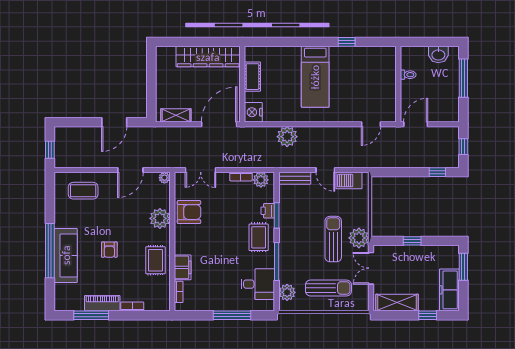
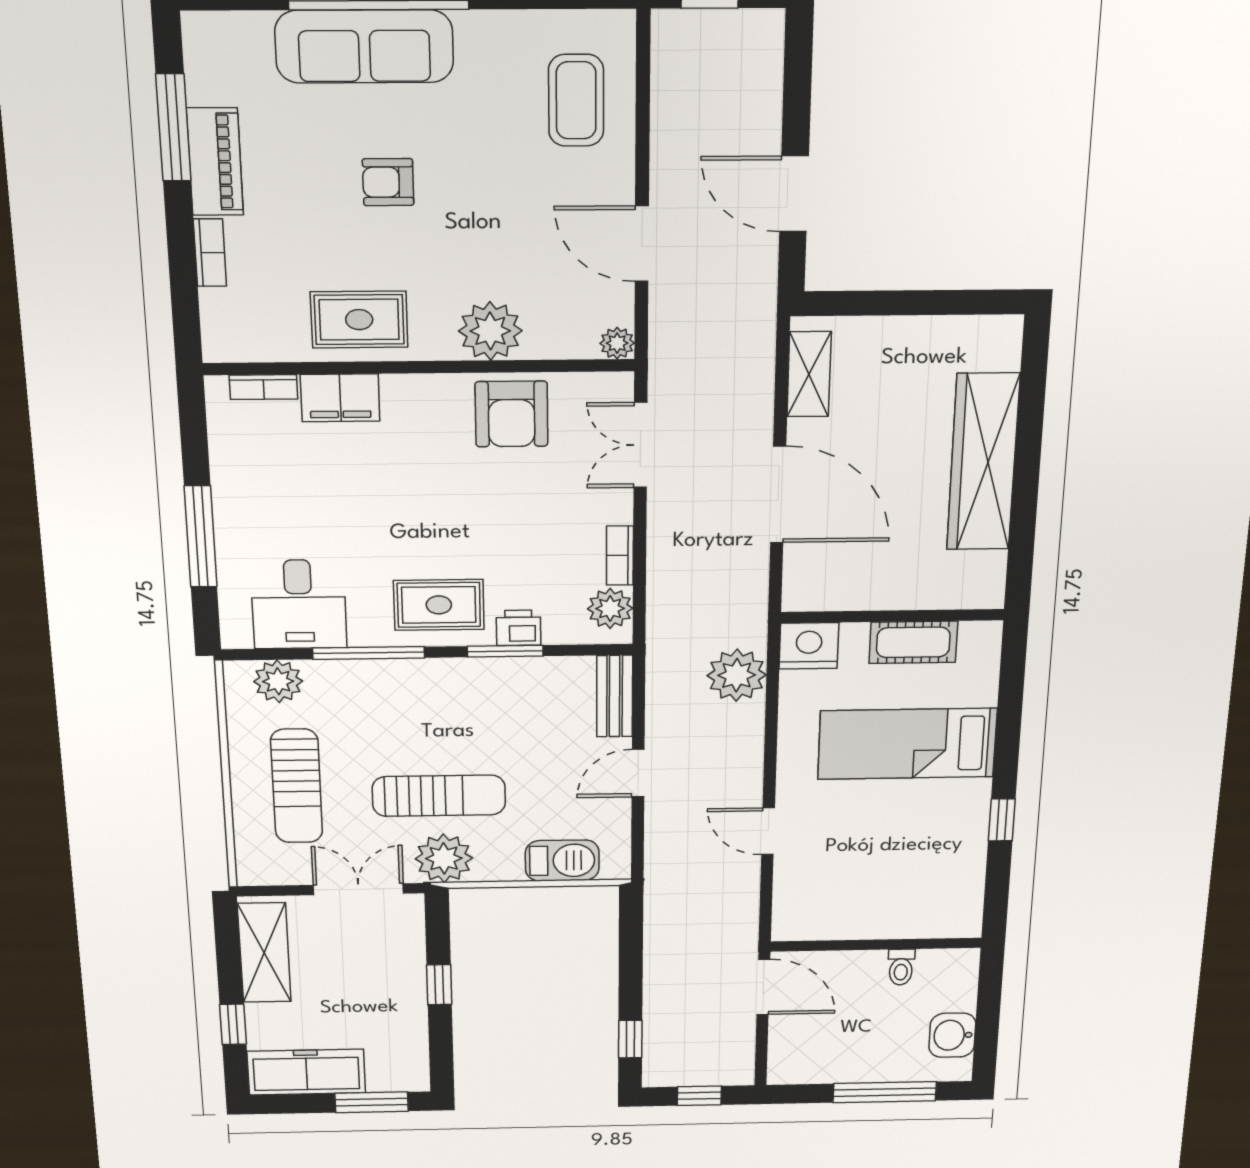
cot: (252, 77) -> (913, 642), moved
wall: (242, 84) -> (892, 616), moved
nightstand: (253, 112) -> (809, 646), moved
door: (371, 124) -> (768, 831), moved
barbecue: (349, 181) -> (562, 861), moved, turned 90

